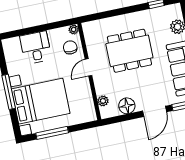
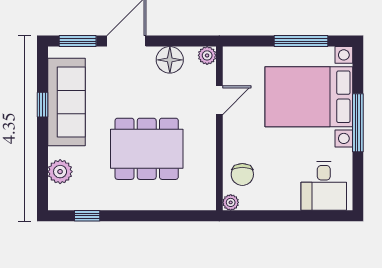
desk: (36, 48) -> (324, 186), moved
door: (88, 67) -> (219, 100), moved
plant: (103, 101) -> (207, 55), moved

